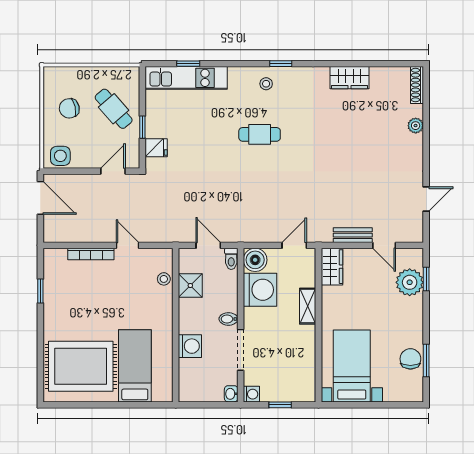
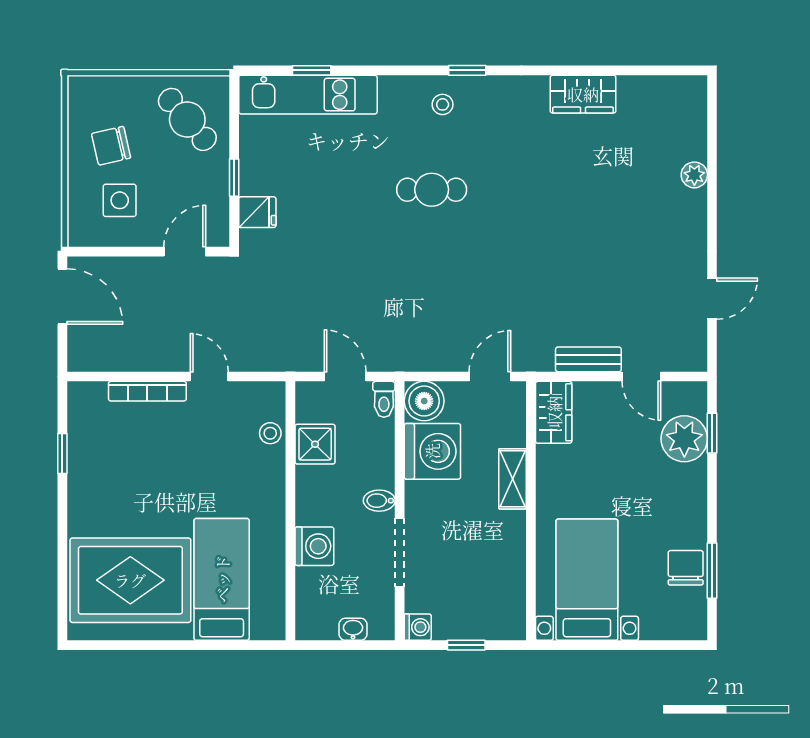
shoe rack: (417, 85) -> (697, 107), removed
cafe table: (114, 109) -> (187, 119), moved
side table: (60, 156) -> (120, 200), moved
washbasin: (231, 394) -> (353, 629), moved, turned 90

